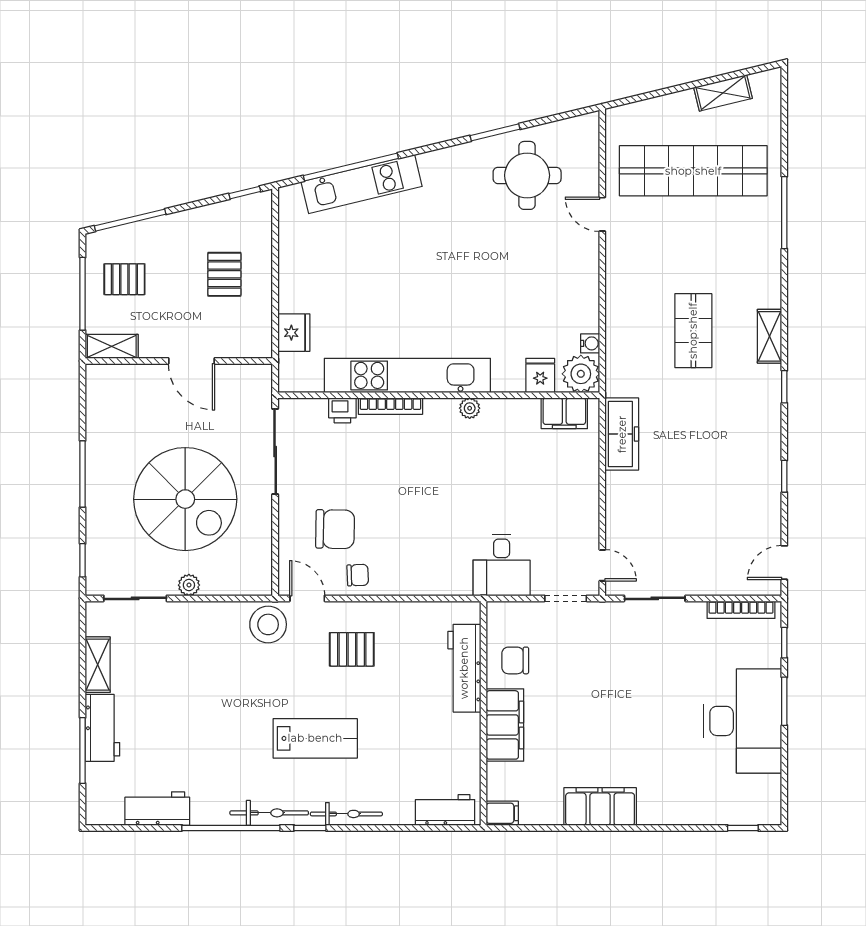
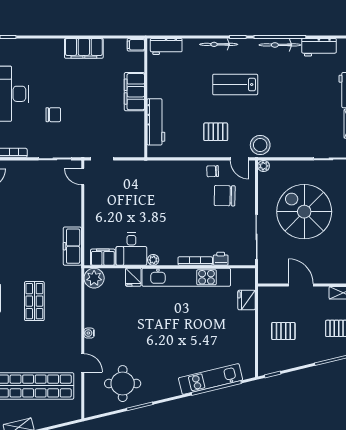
pallet: (224, 274) -> (283, 331), turned 90
water cooler: (590, 343) -> (89, 333), moved
fridge: (540, 375) -> (133, 277), moved
desk: (502, 565) -> (131, 249), moved, turned 180
plant: (189, 585) -> (264, 166), moved
chair: (515, 660) -> (53, 115), moved
bicycle: (269, 813) -> (280, 45), moved

